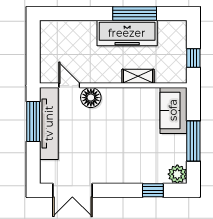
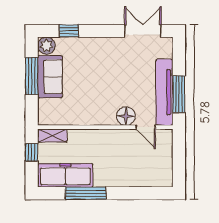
freezer: (127, 33) -> (65, 175), moved
shelving: (138, 76) -> (52, 136), moved
sofa: (173, 110) -> (50, 77), moved

